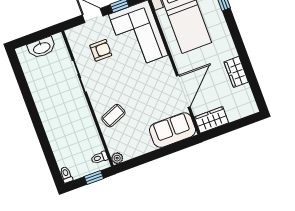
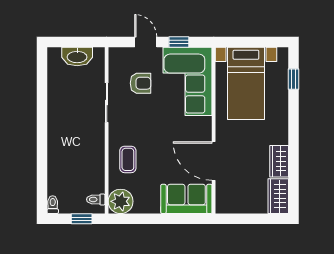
door: (183, 91) -> (214, 161), swing flipped
coffee table: (113, 116) -> (128, 159), turned -67
wardrobe: (211, 120) -> (278, 196), moved, turned -90
plant: (117, 158) -> (121, 201), width x1.88, depth x1.88

